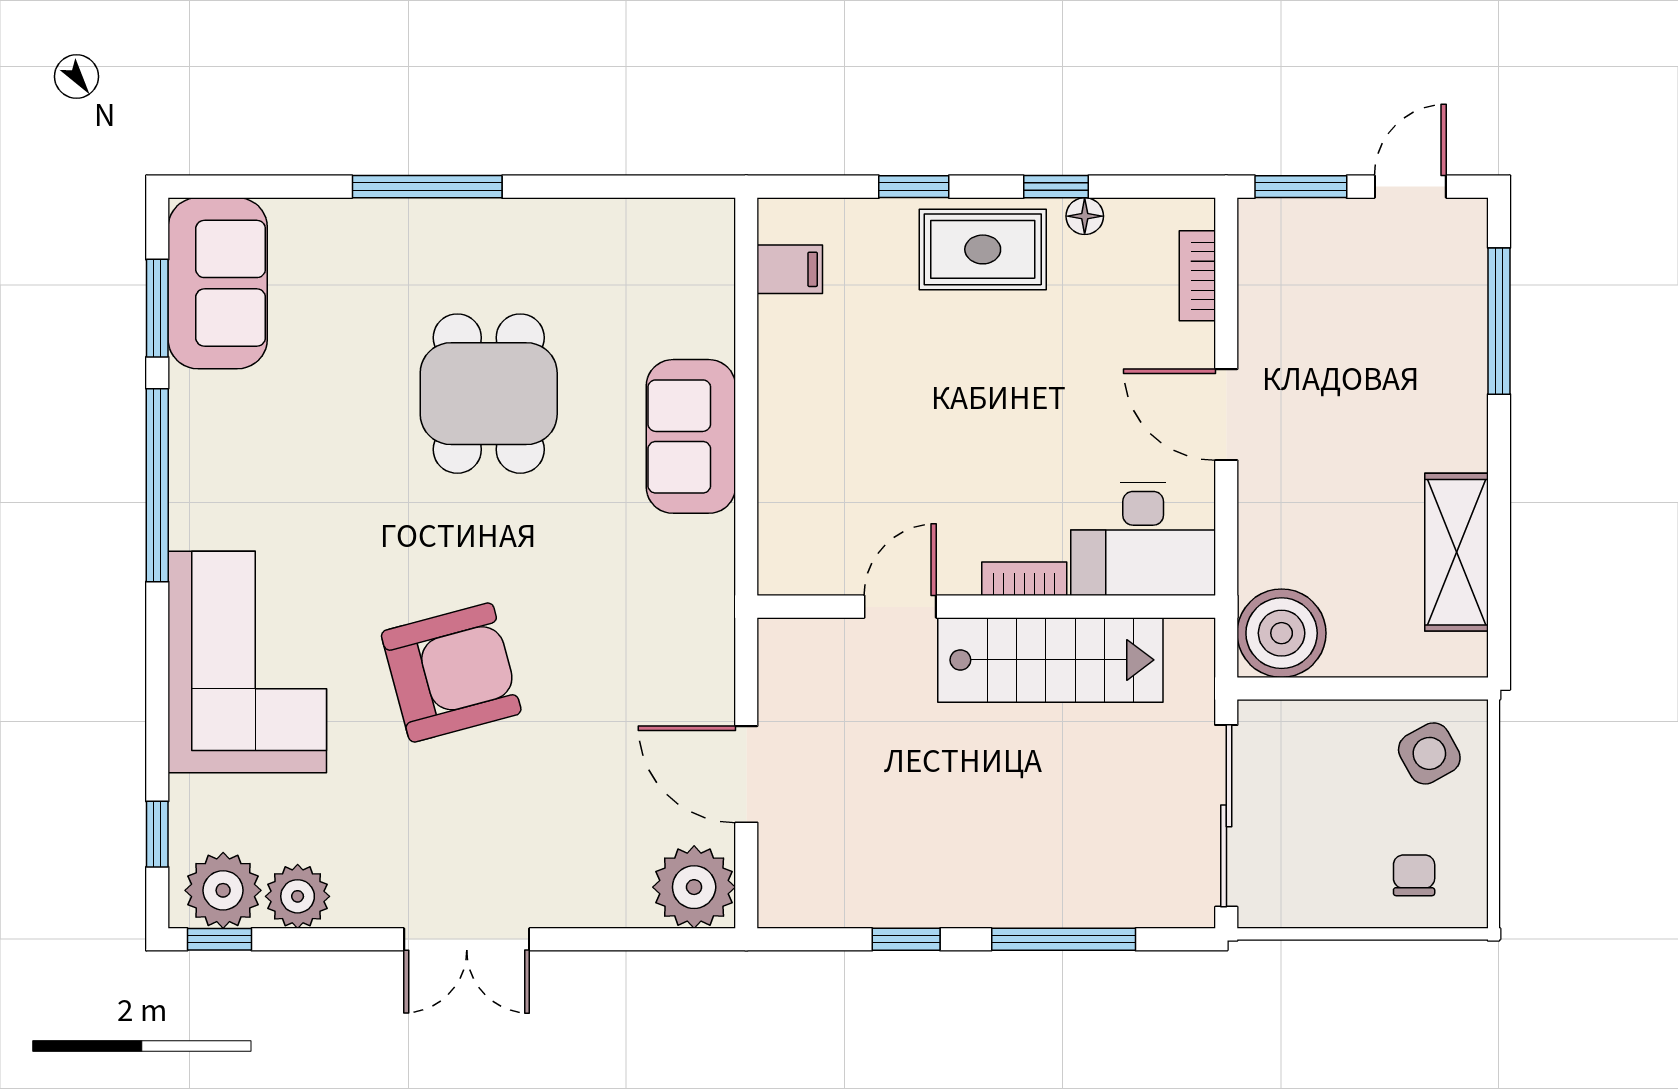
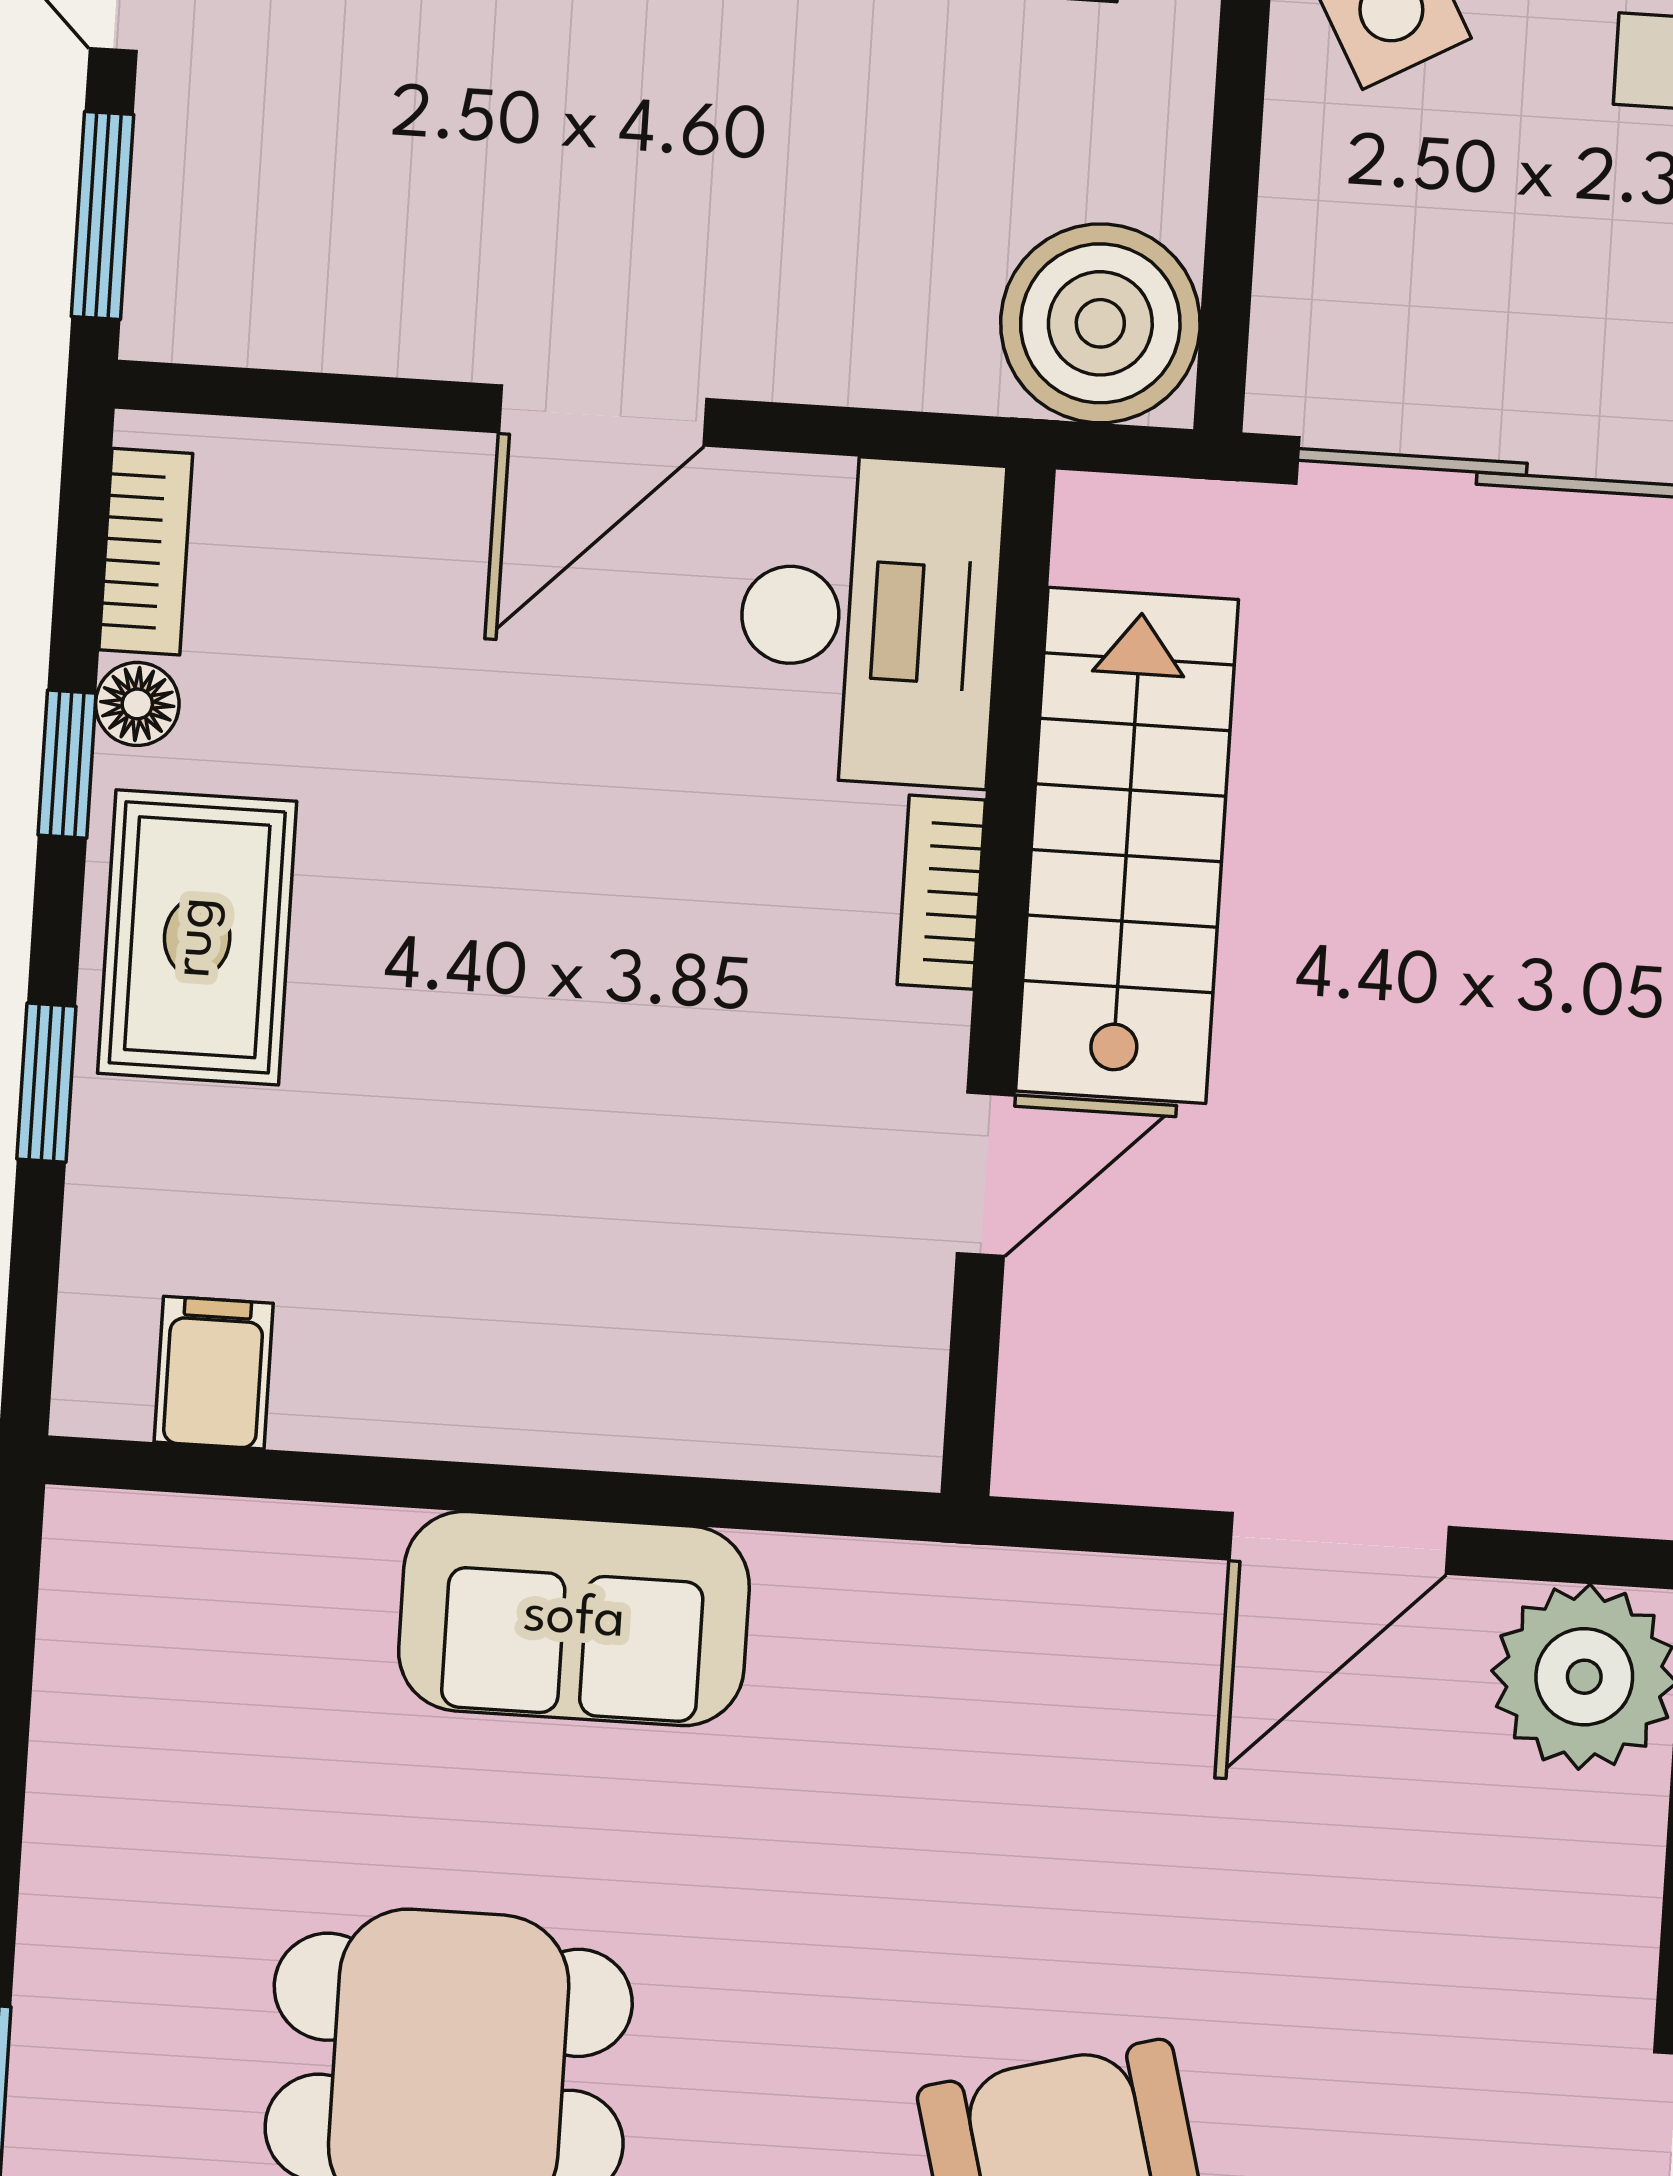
bookcase: (1197, 276) -> (146, 552), moved, turned -90
door: (900, 607) -> (986, 1174), swing flipped

